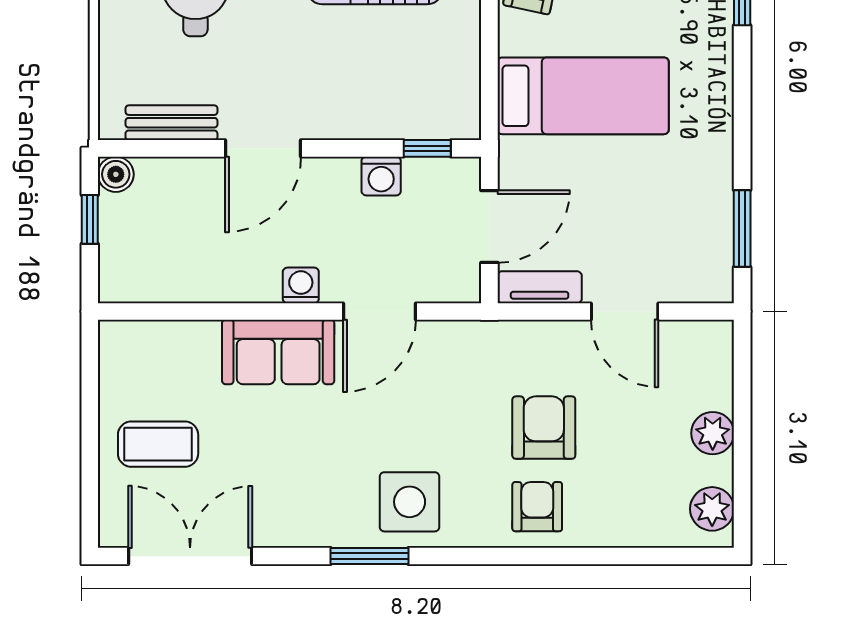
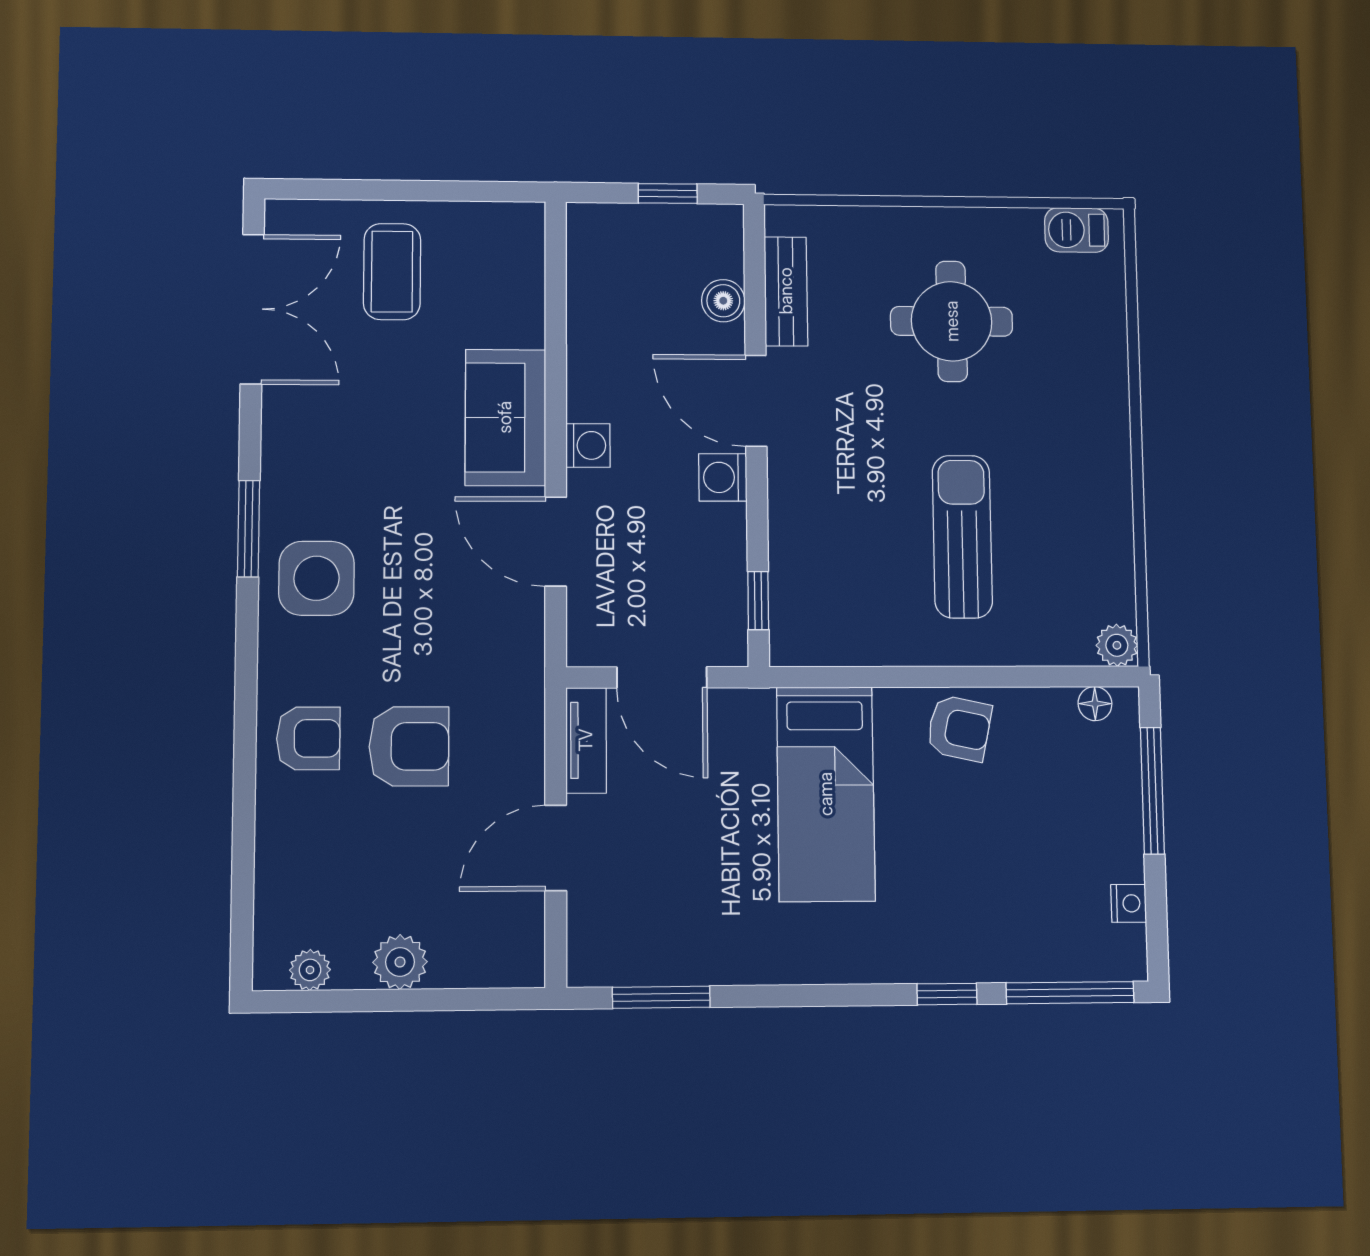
boiler: (116, 174) -> (723, 301), moved
washing machine: (381, 176) -> (723, 477), moved
plant: (712, 509) -> (310, 970), width x0.73, depth x0.73

